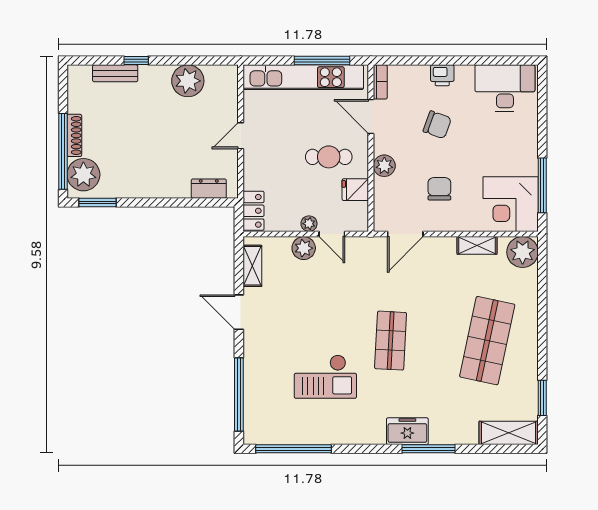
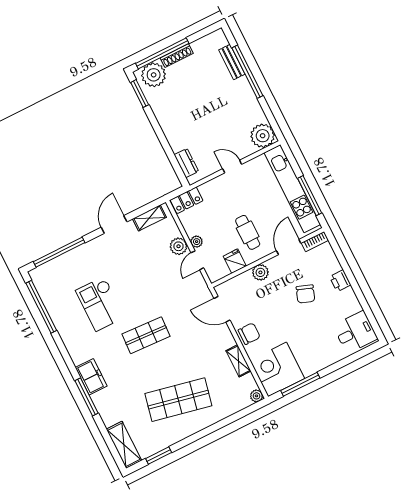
window: (136, 61) -> (247, 72), width x3.17
plant: (188, 81) -> (263, 136), moved
desk: (505, 88) -> (355, 332), width x0.73
chair: (439, 189) -> (249, 334), moved
plant: (523, 252) -> (256, 396), width x0.53, depth x0.53

